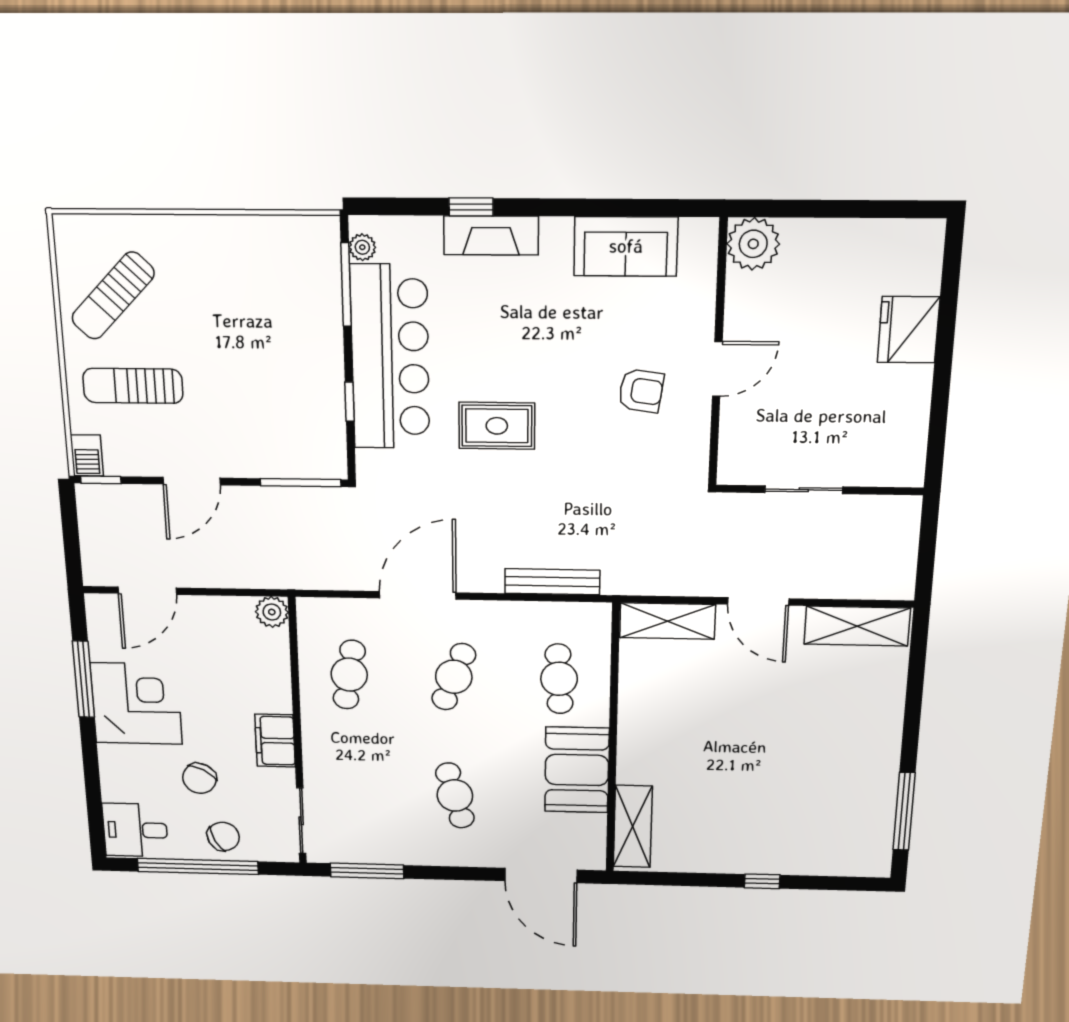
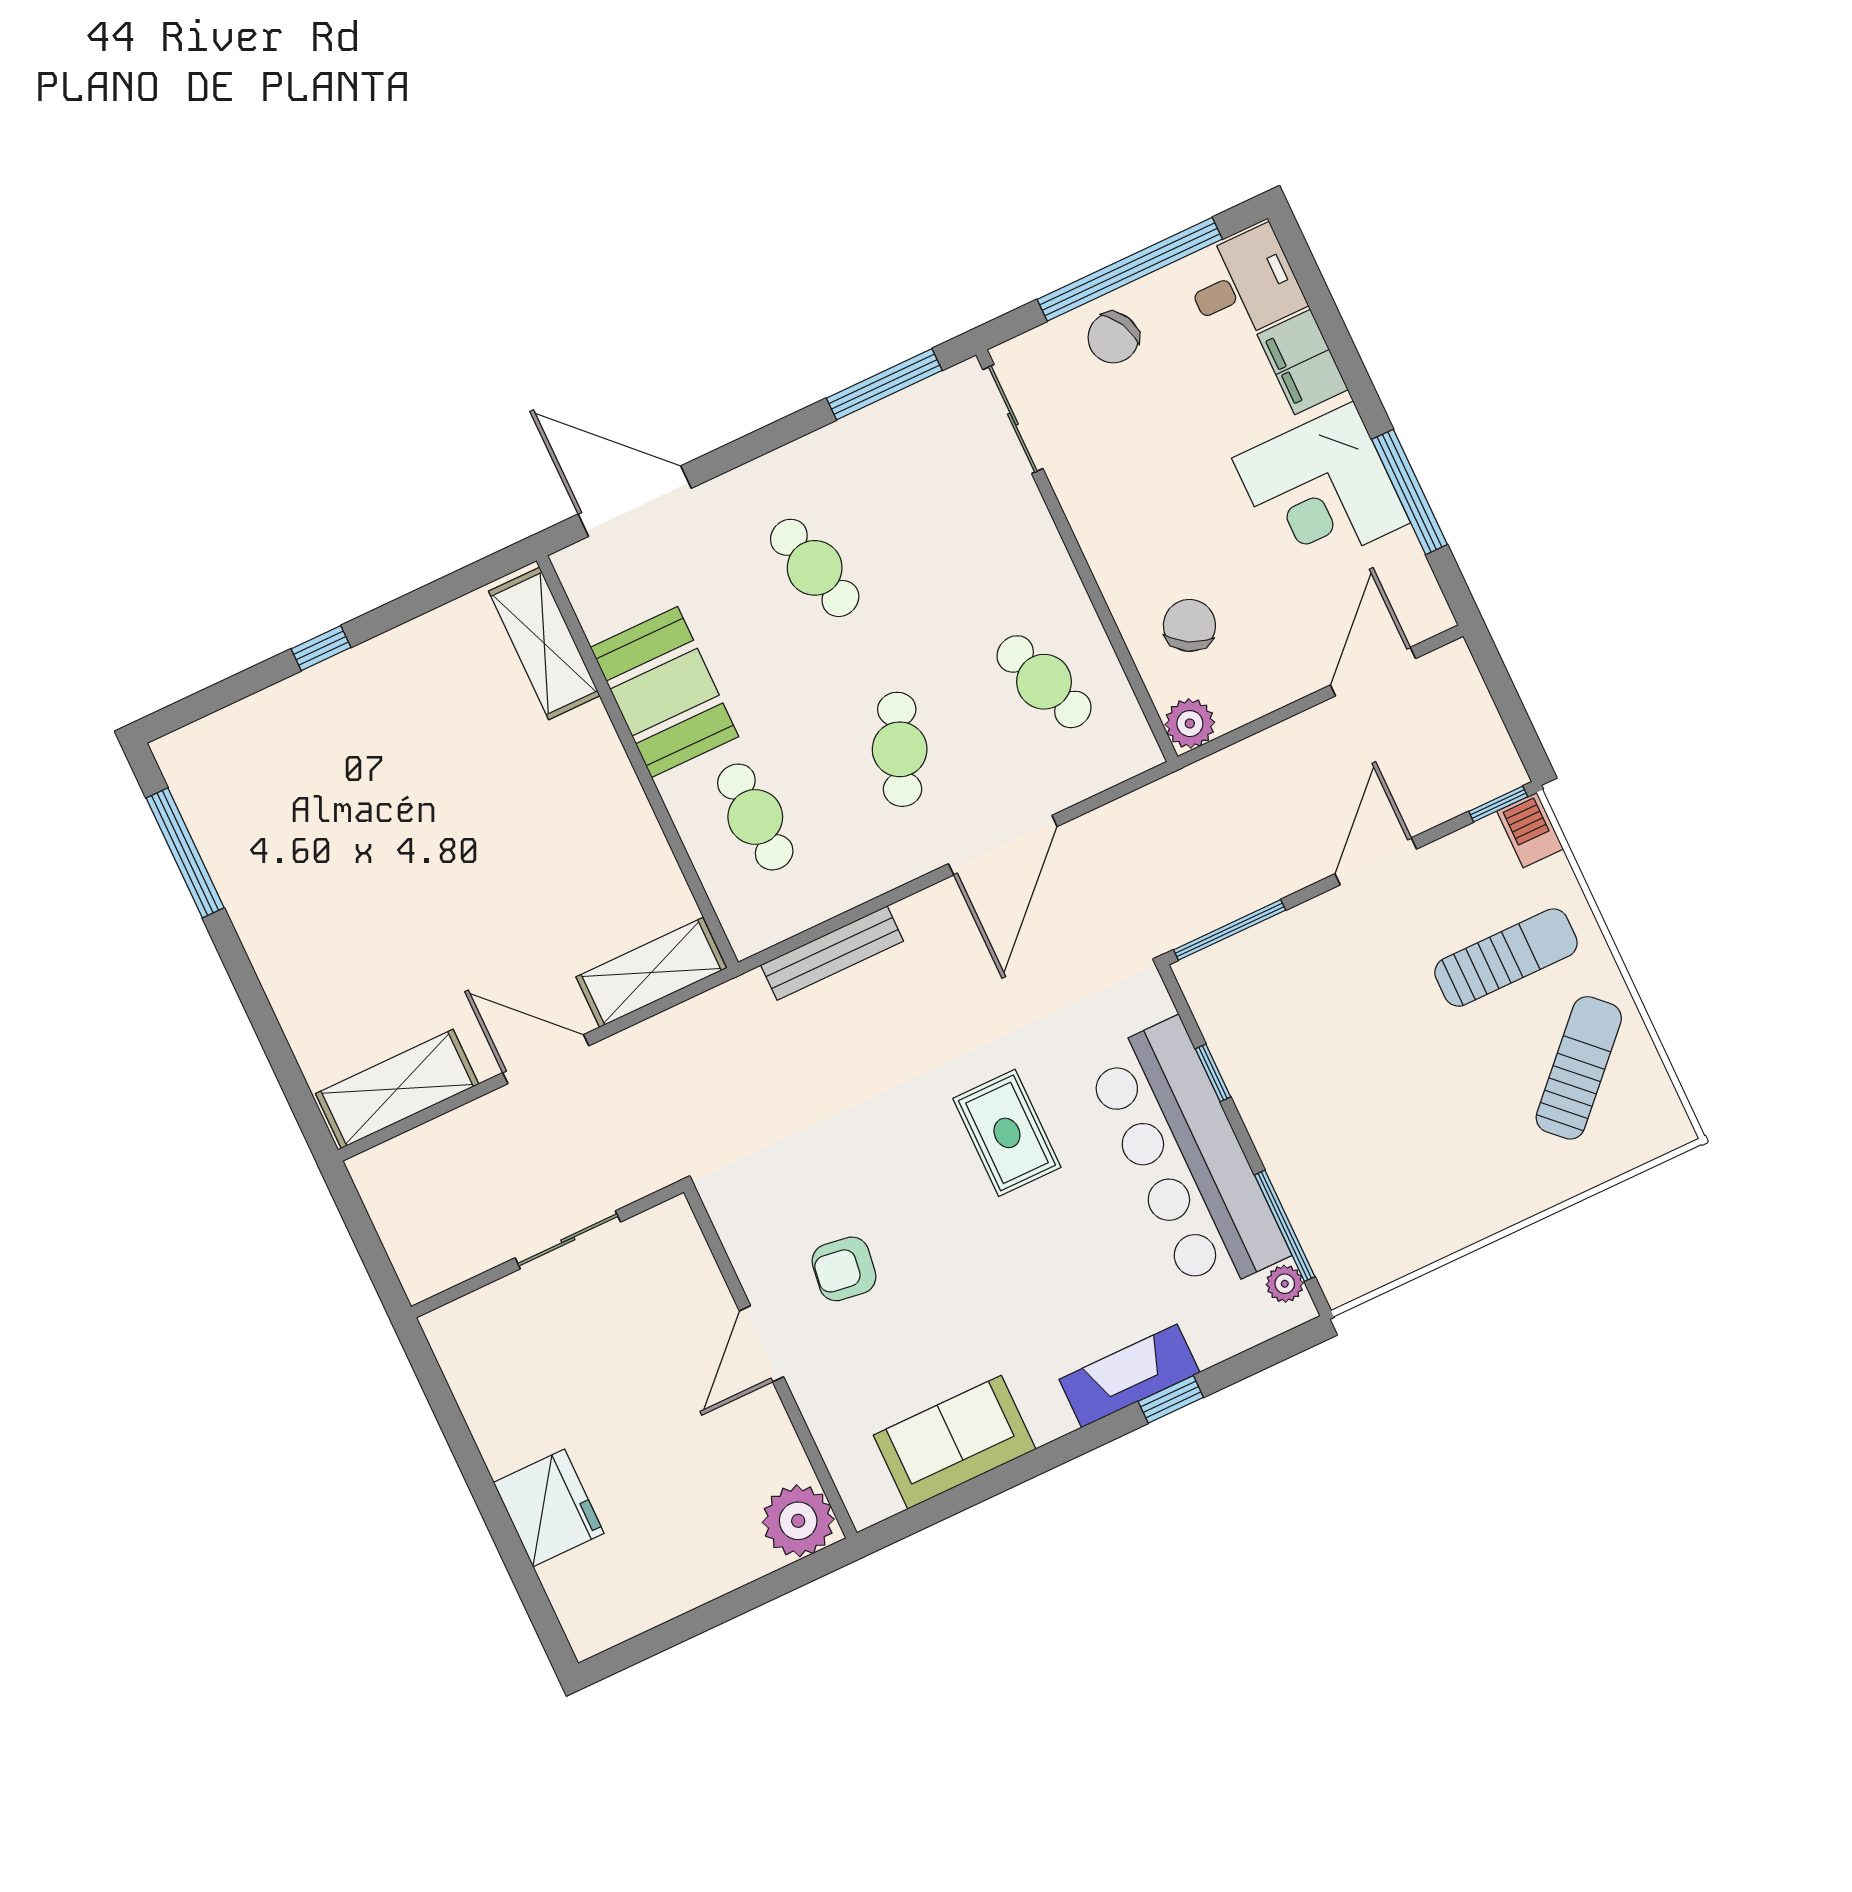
rug: (497, 426) -> (1007, 1133), turned 90
cafe table: (349, 675) -> (1044, 682), turned -30
filing cabinet: (275, 741) -> (1303, 362), moved, turned 180
chair: (199, 778) -> (1189, 625), moved

